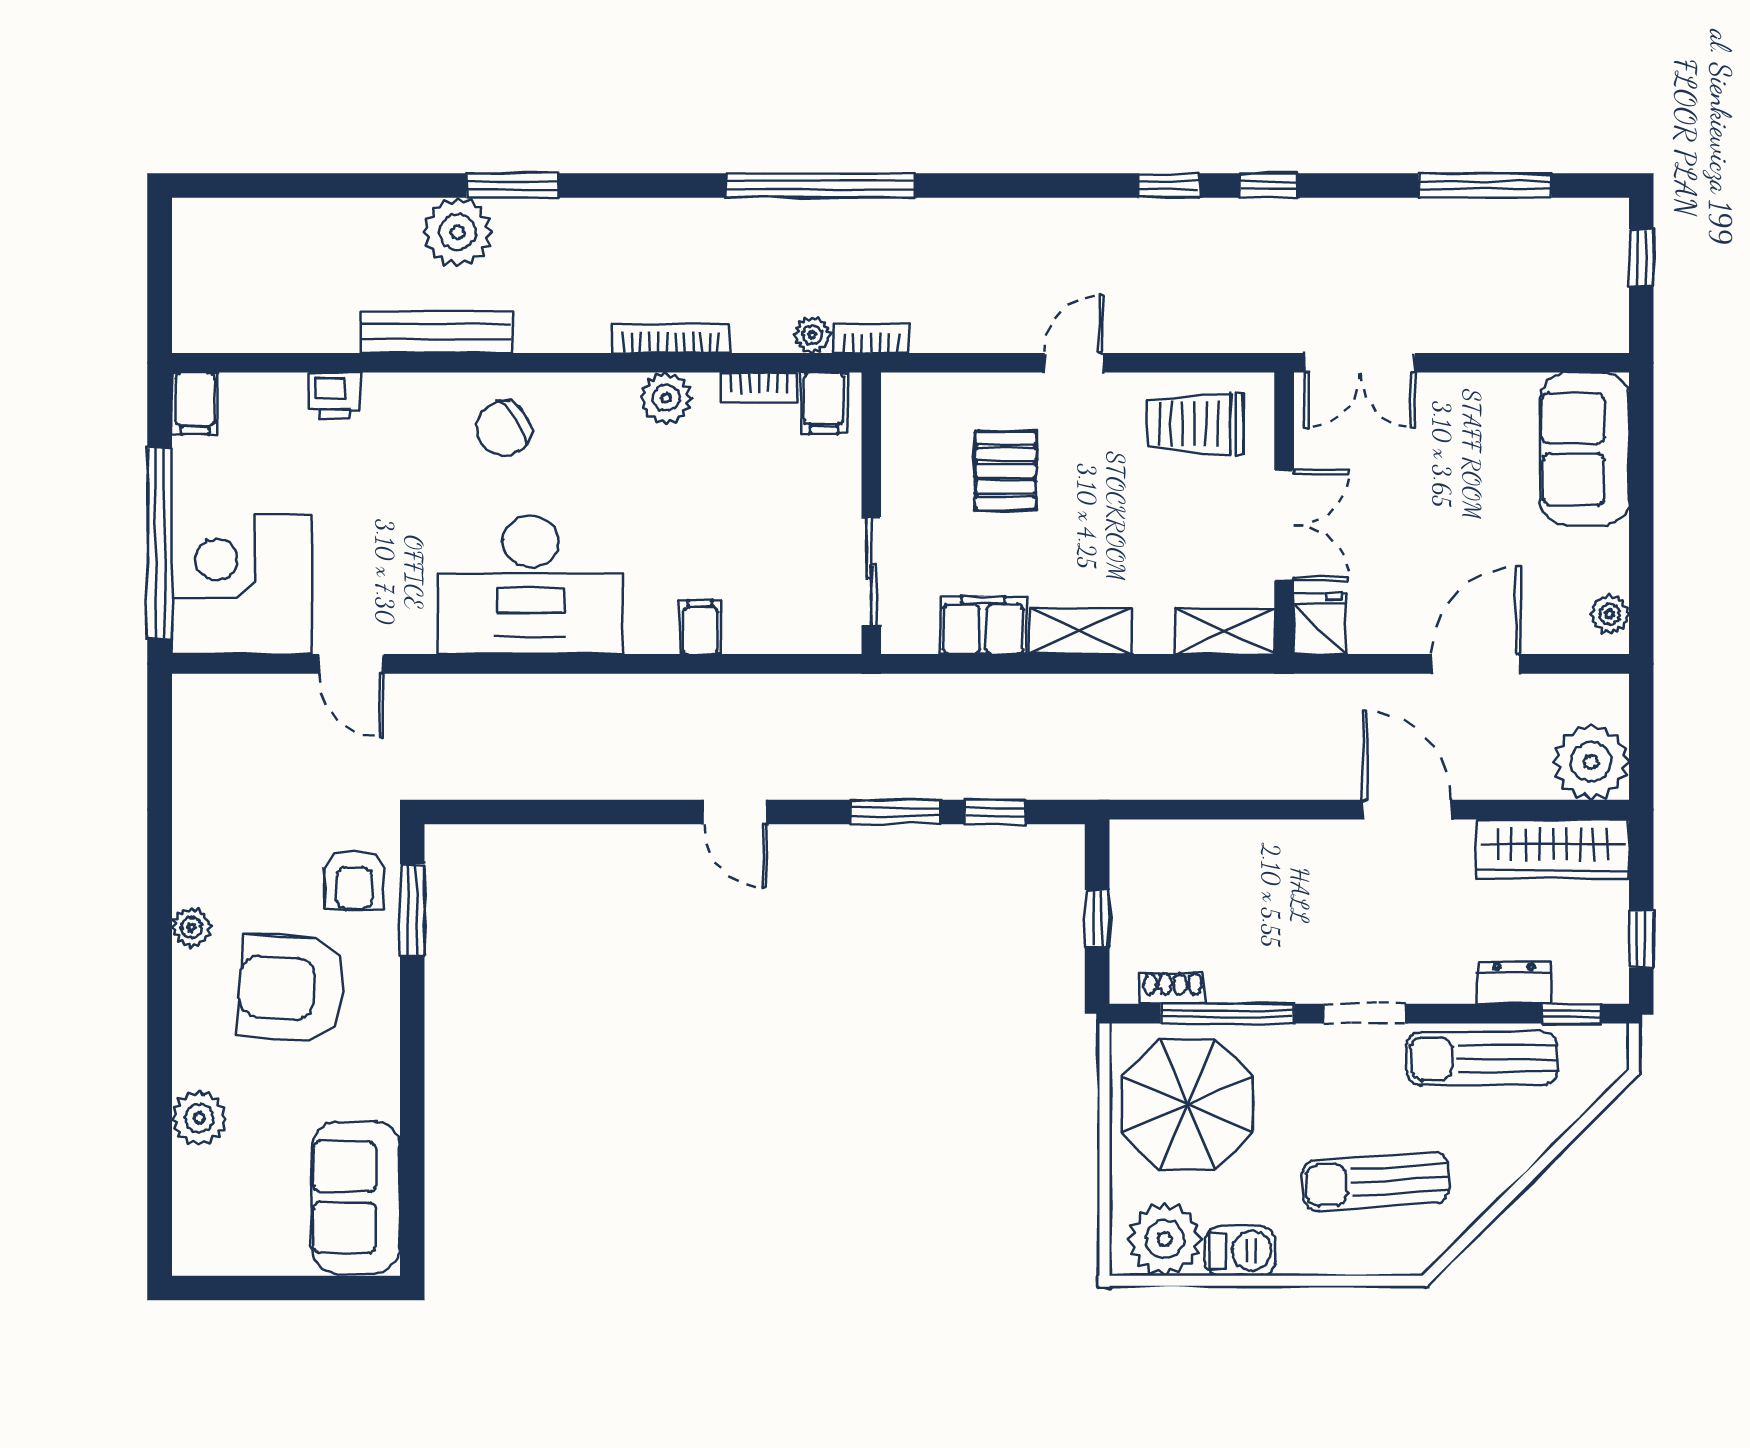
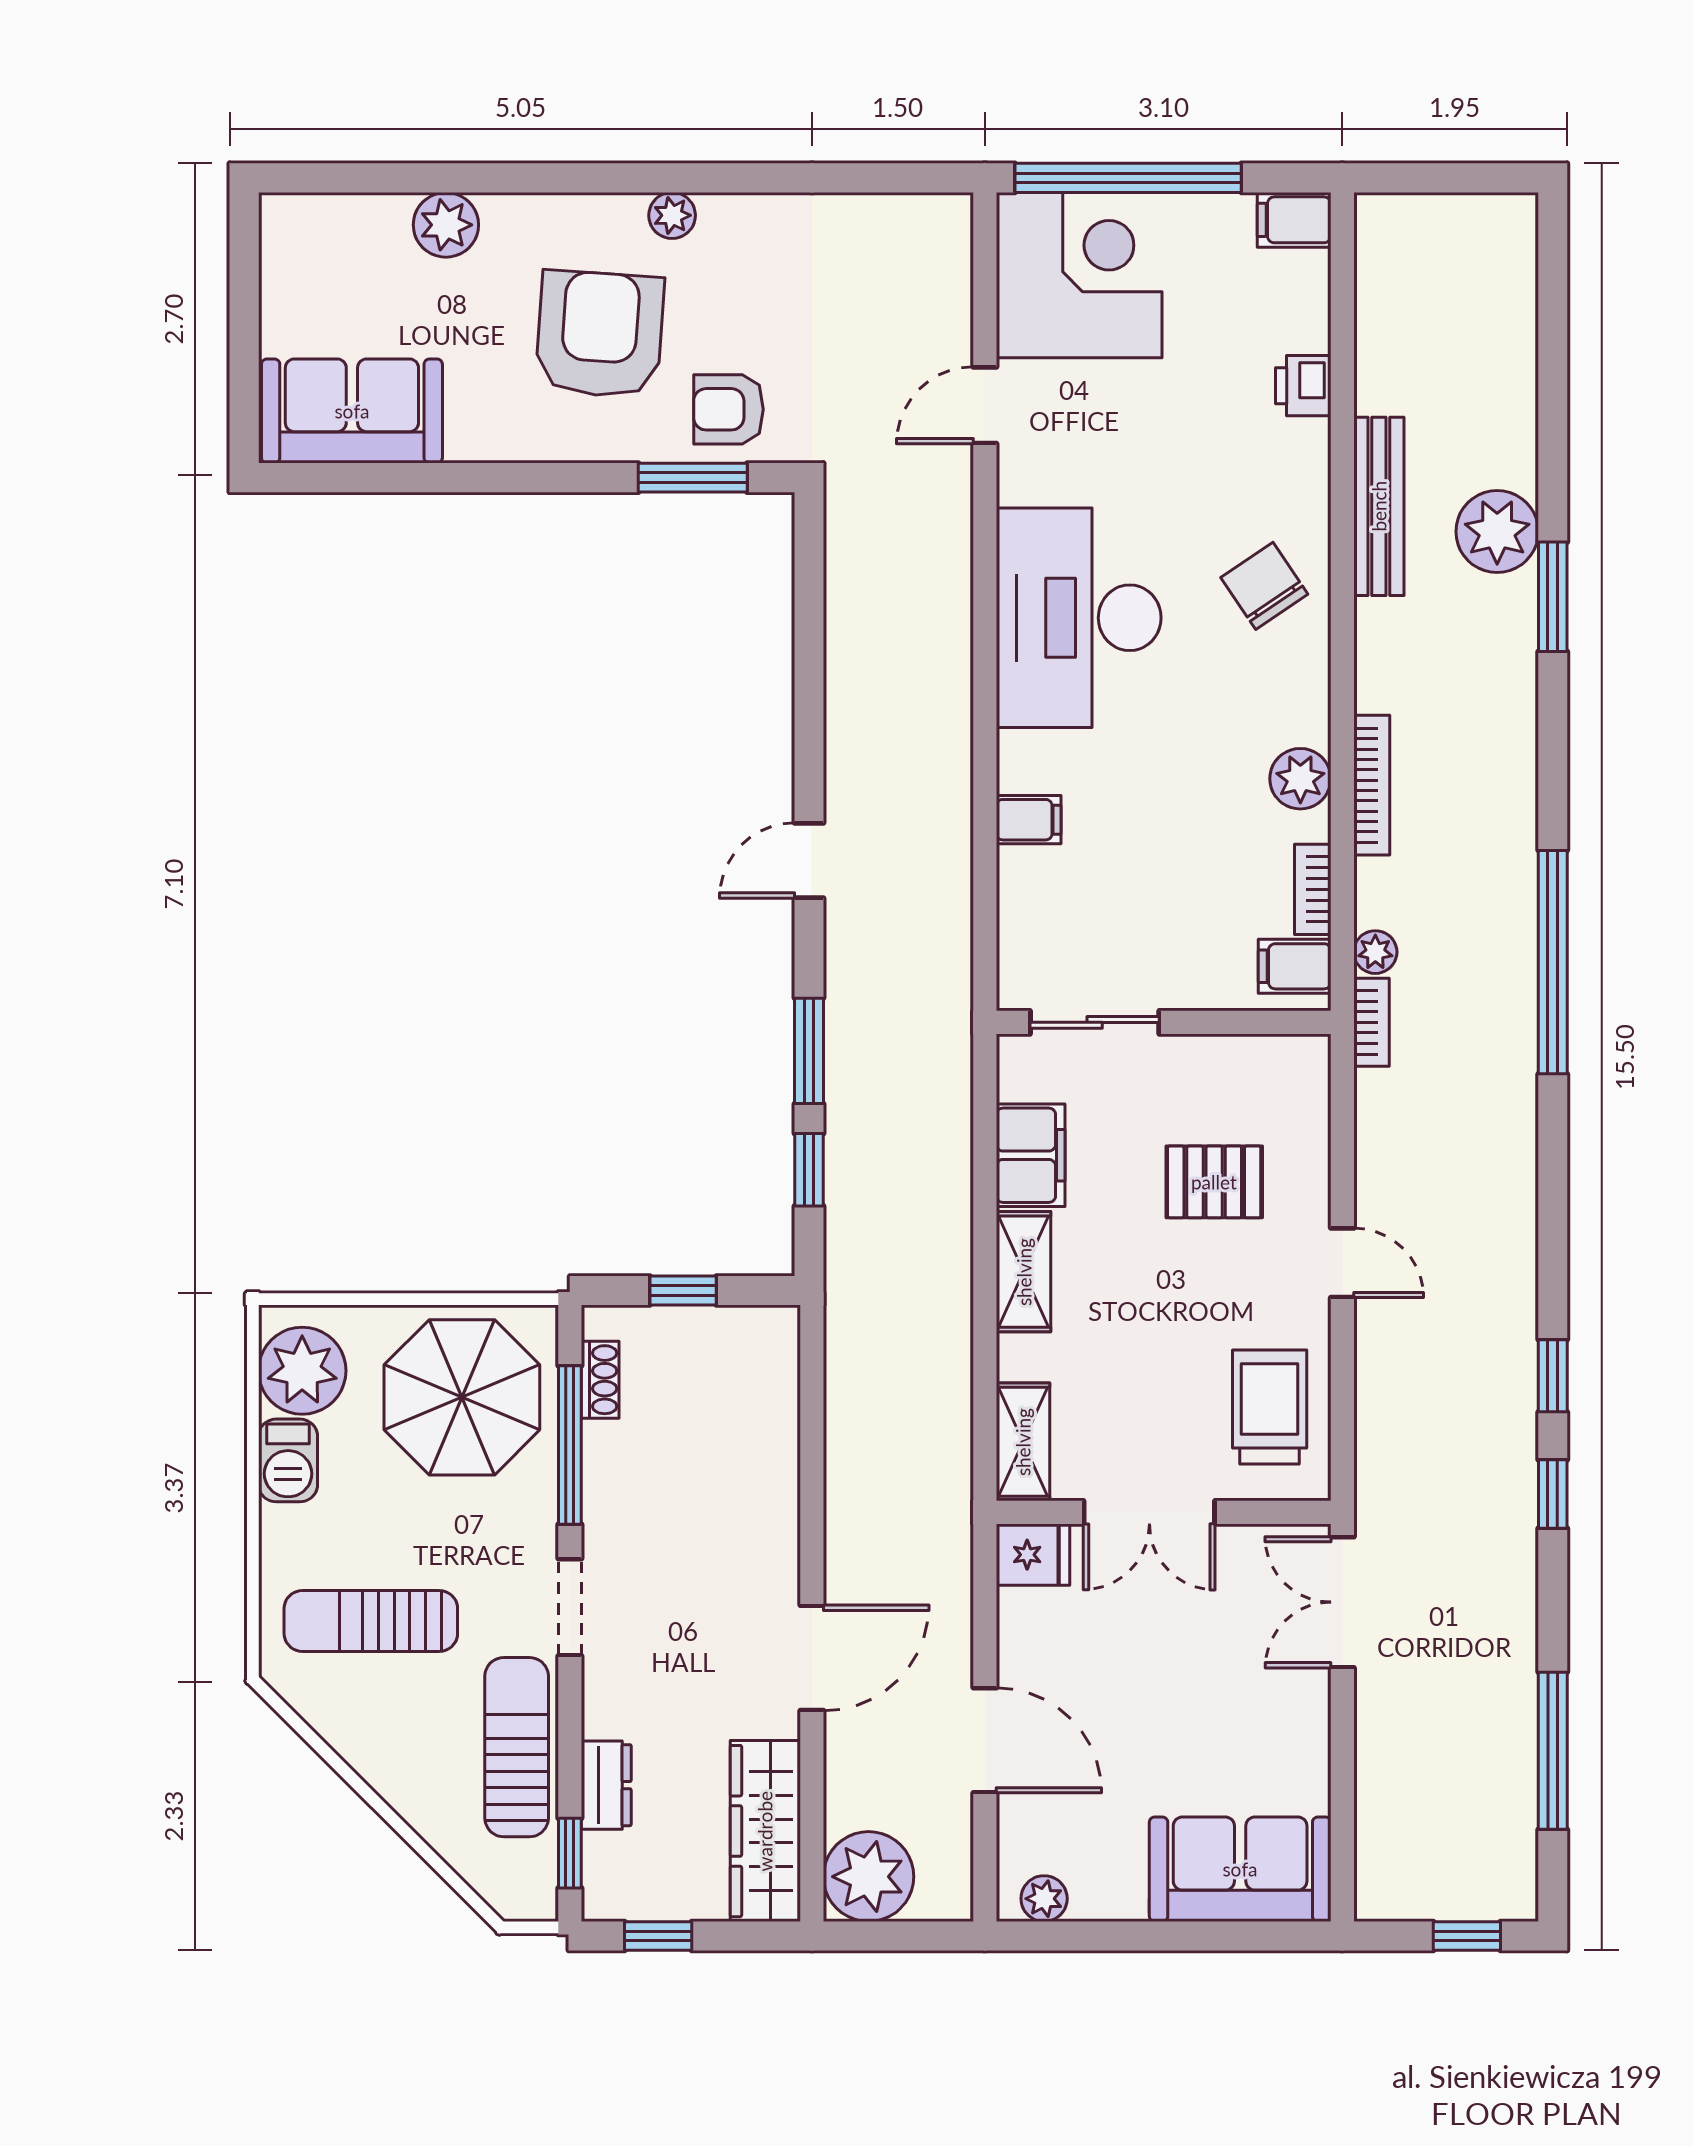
sun lounger: (1376, 1181) -> (371, 1621), turned -86

